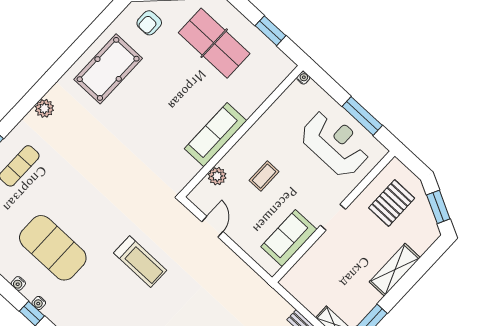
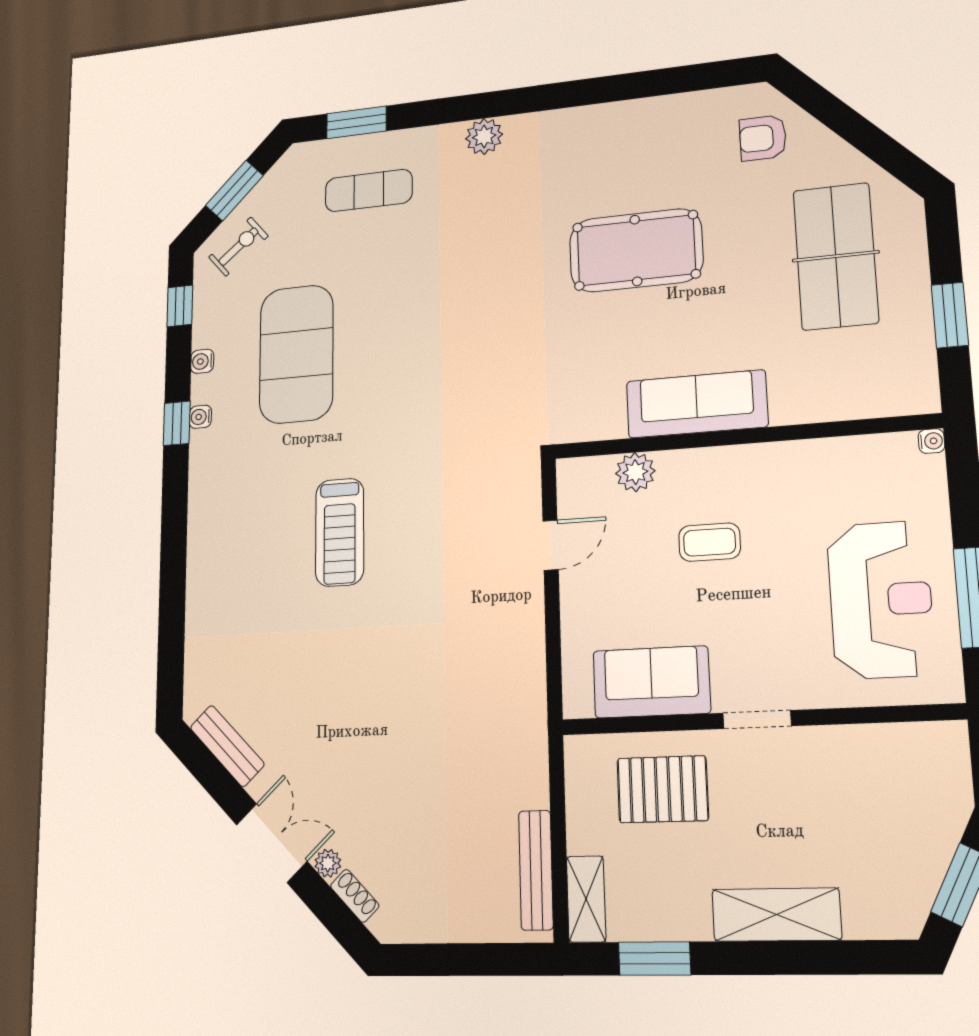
pool table: (108, 69) -> (636, 250), moved
pallet: (392, 203) -> (663, 789), moved
treadmill: (140, 262) -> (340, 532), moved

